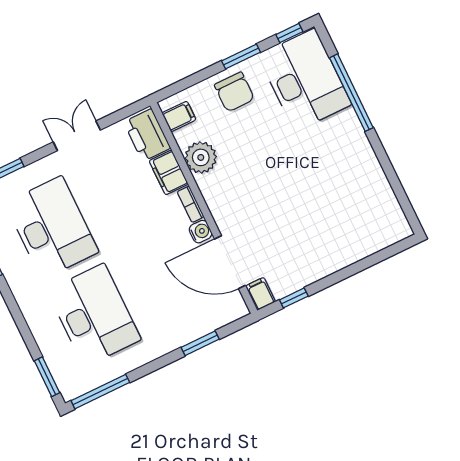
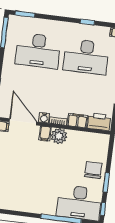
chair: (234, 92) -> (93, 170), turned 90
filing cabinet: (179, 116) -> (45, 133), moved
plant: (201, 157) -> (59, 136), moved
door: (230, 262) -> (23, 122), hinge flipped

